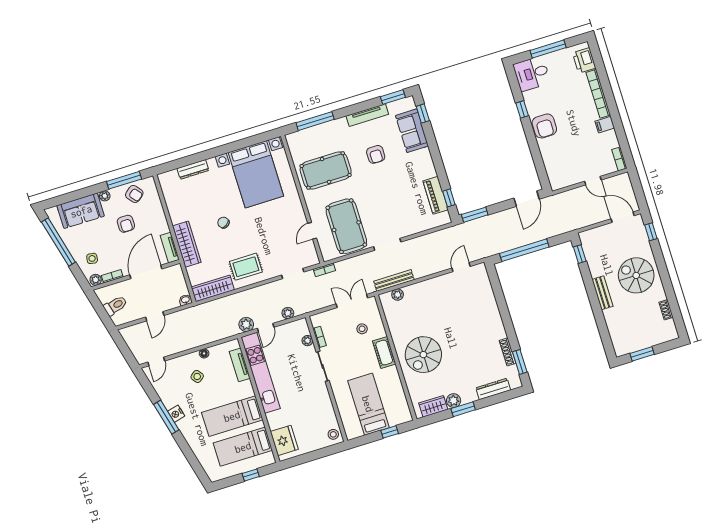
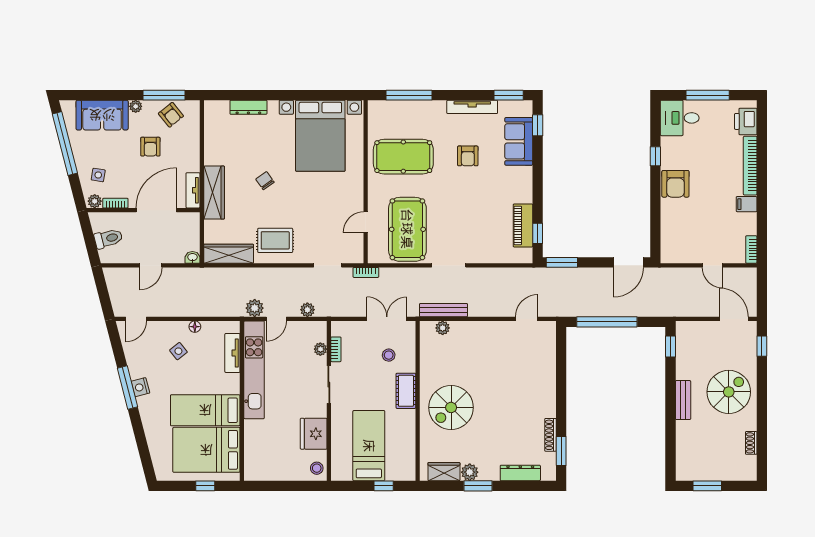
spiral stairs: (636, 275) -> (729, 392), turned 90
fridge: (284, 440) -> (314, 434), moved, turned 180
bed: (243, 447) -> (206, 450), width x1.50

